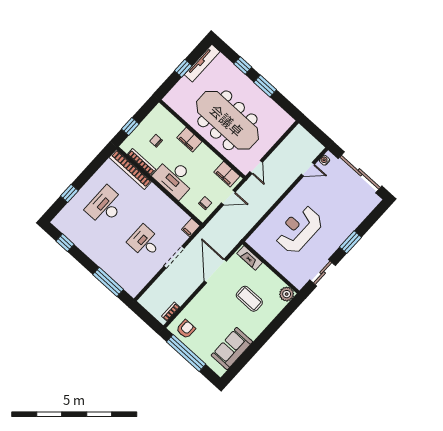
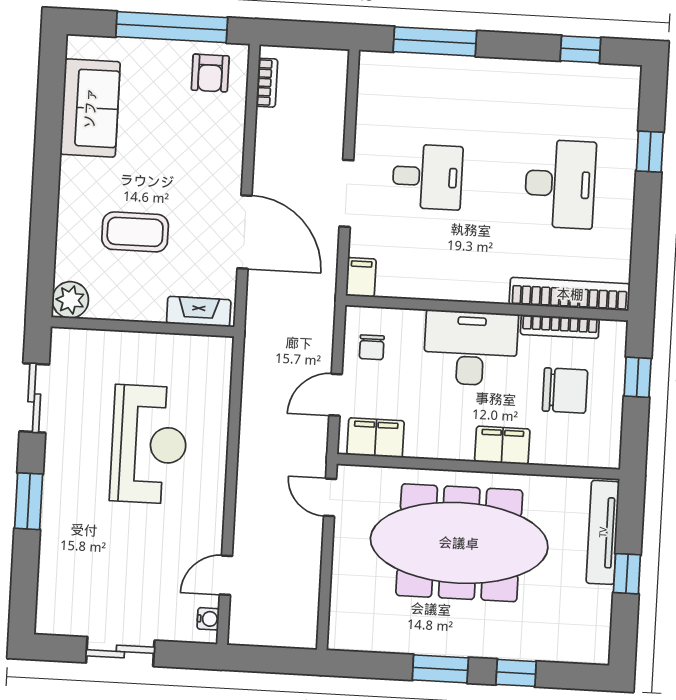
tv unit: (202, 63) -> (603, 532), moved
chair: (156, 141) -> (565, 391), width x1.87, depth x1.87
sliding door: (360, 172) -> (120, 652), width x0.54

